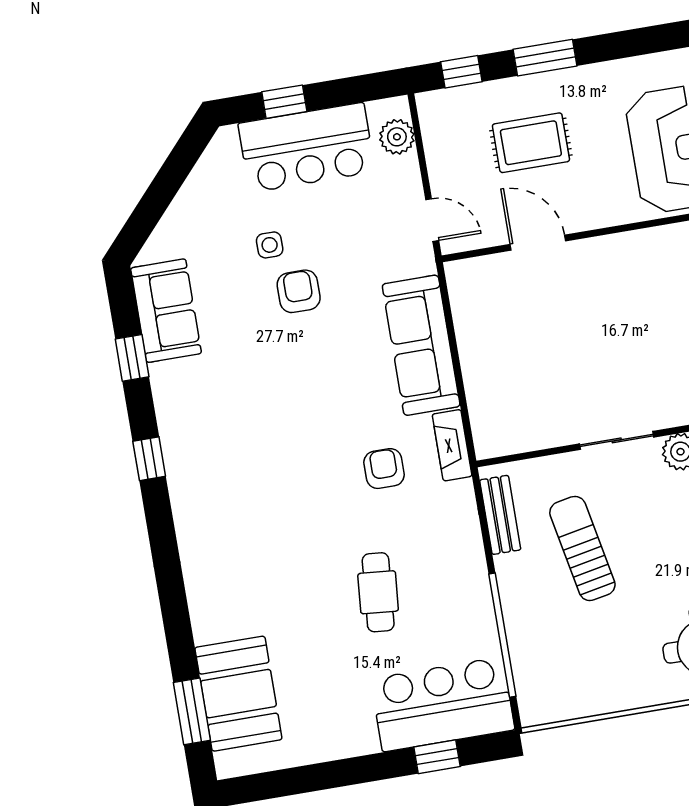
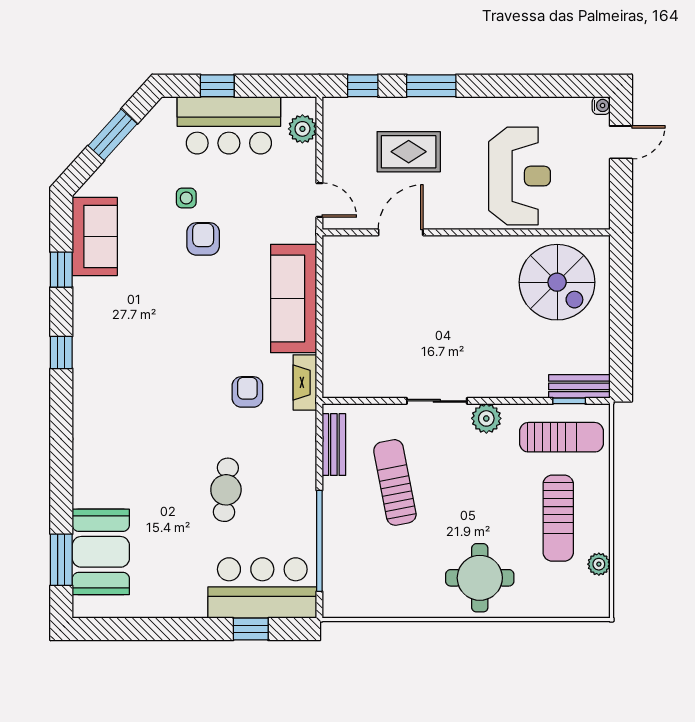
window: (167, 183) -> (113, 135), added
door: (538, 243) -> (401, 232), hinge flipped

